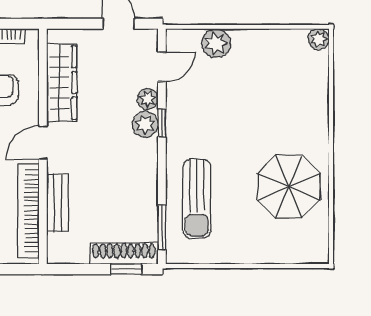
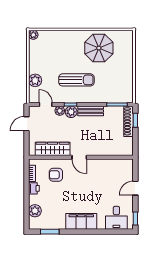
sun lounger: (197, 199) -> (76, 80), moved
bench: (58, 203) -> (91, 111), moved
bookcase: (28, 211) -> (109, 164), removed

